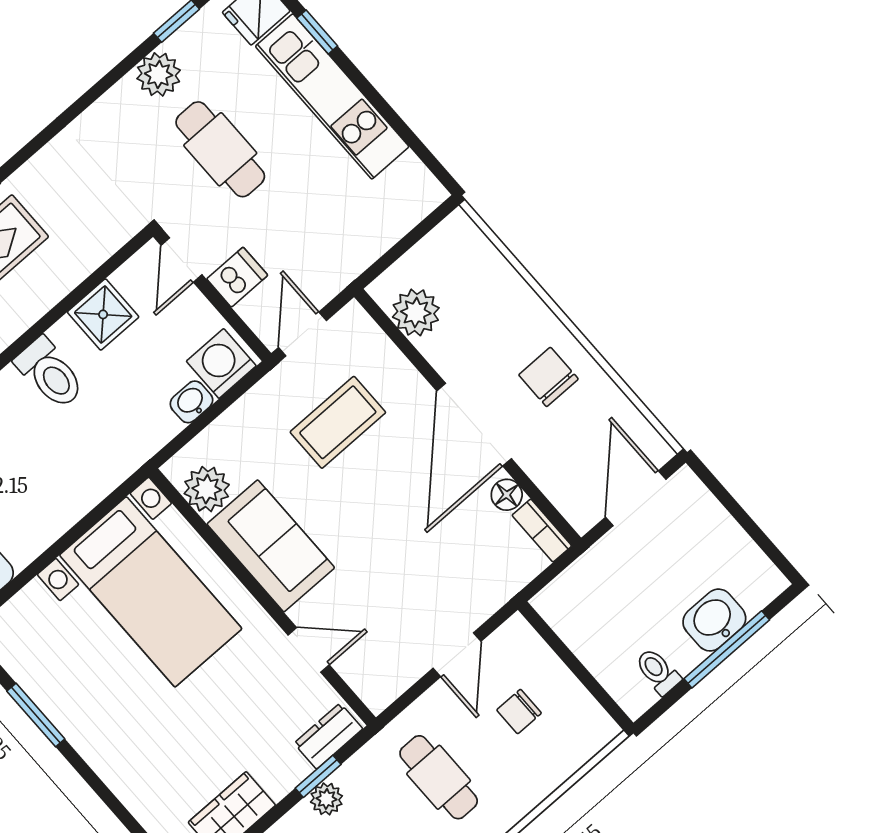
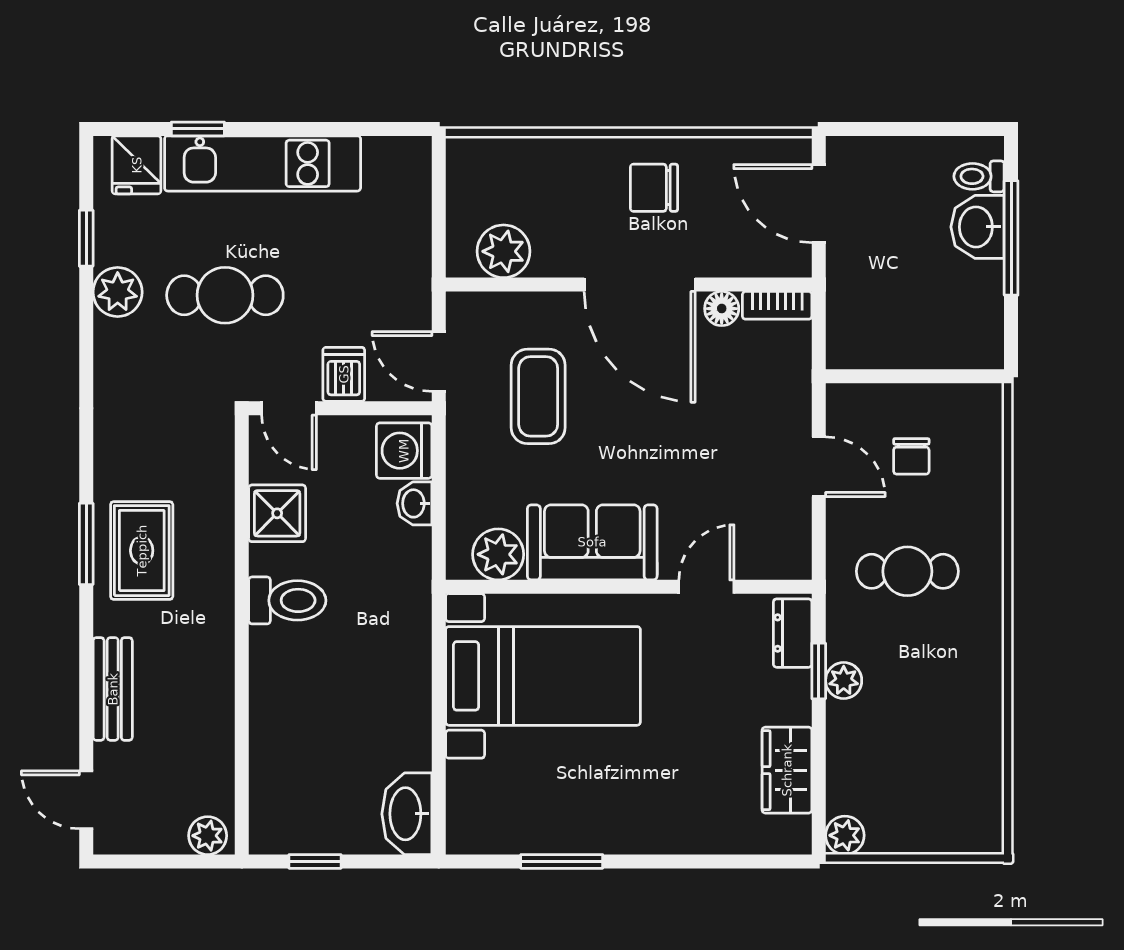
toilet: (658, 671) -> (979, 176), moved

